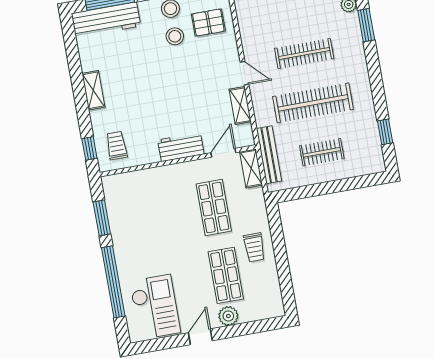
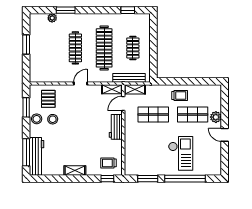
shelving: (240, 105) -> (112, 89), moved
door: (223, 153) -> (123, 103), hinge flipped
checkout: (155, 307) -> (181, 153), moved, turned 90

